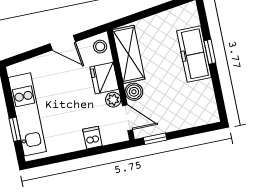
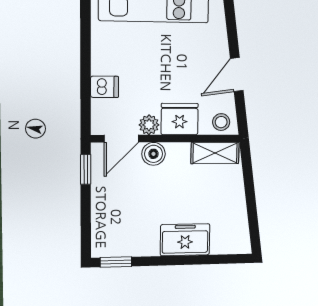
window: (210, 52) -> (116, 262), moved
shelving: (129, 54) -> (215, 153), width x0.67, depth x0.75
freezer: (194, 54) -> (185, 240), width x0.71

